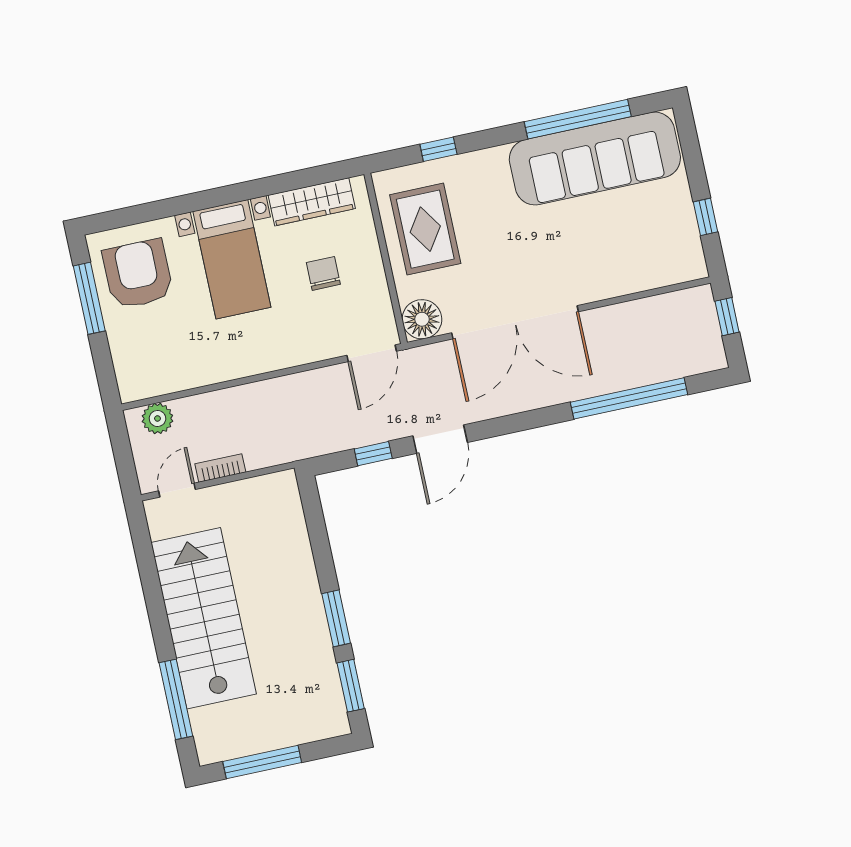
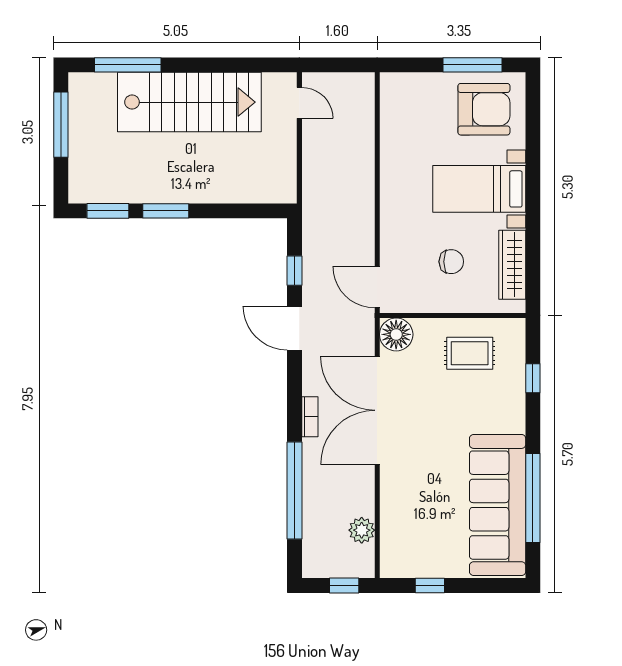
rug: (425, 229) -> (470, 353), width x0.73, depth x0.70
plant: (157, 418) -> (362, 530), moved
bookcase: (220, 468) -> (310, 417), moved

